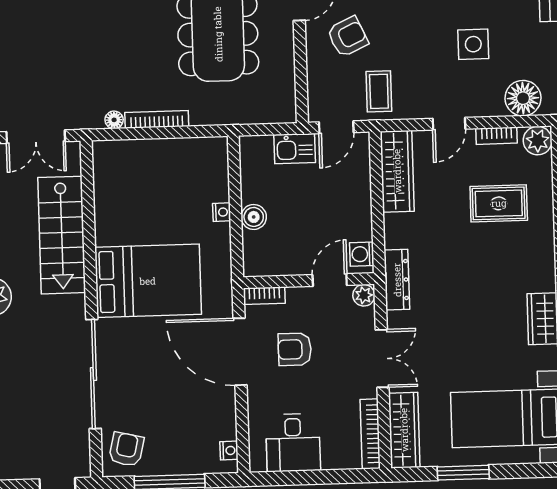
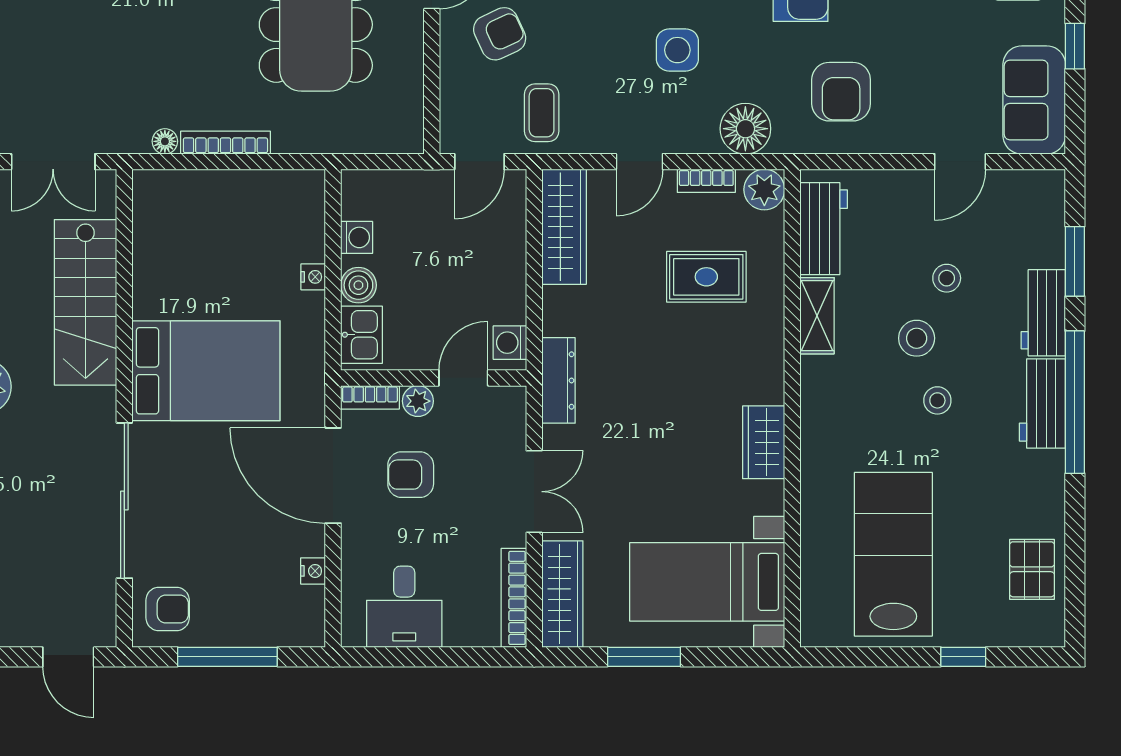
kitchen sink: (295, 149) -> (361, 335), moved, turned -90
washing machine: (251, 183) -> (357, 237), added
plant: (364, 295) -> (418, 401), moved
armchair: (126, 449) -> (168, 609), turned 77
nightstand: (229, 451) -> (313, 571), moved

